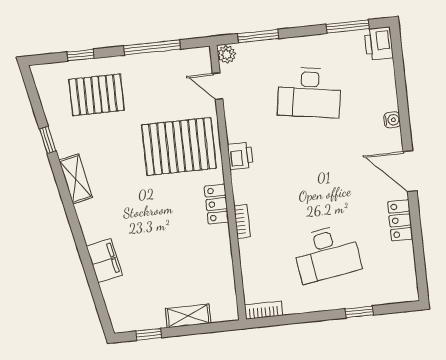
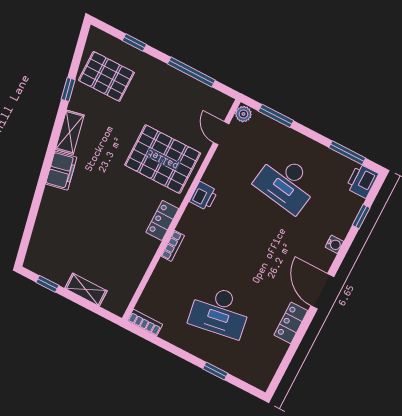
window: (400, 77) -> (361, 216), added
pallet: (96, 95) -> (106, 76), moved
filing cabinet: (104, 261) -> (61, 171), moved

